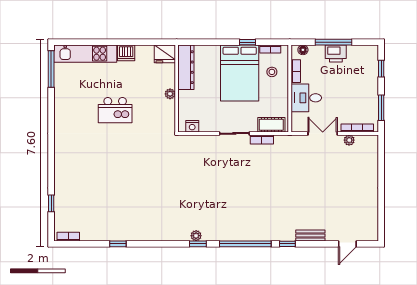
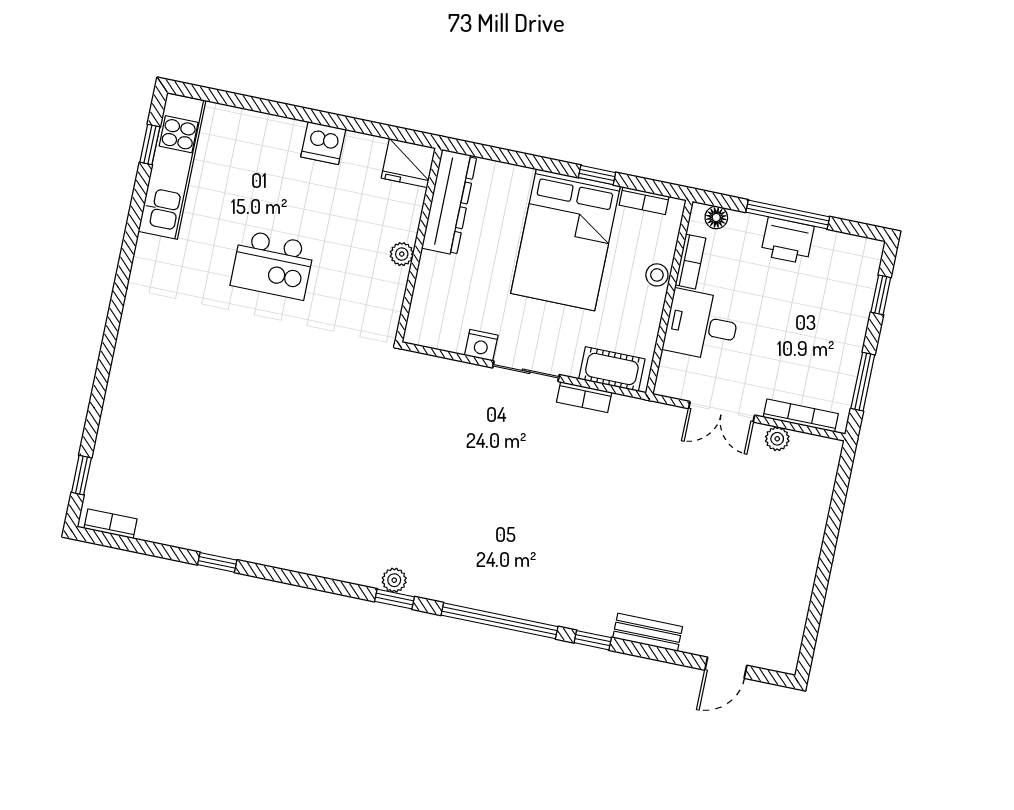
kitchen unit: (85, 54) -> (172, 166), moved, turned -90
window: (51, 69) -> (150, 145), width x0.46
stool: (272, 72) -> (657, 275), moved
nightstand: (192, 126) -> (481, 345), moved
double door: (323, 133) -> (722, 412), swing flipped
window: (51, 203) -> (81, 475), moved

